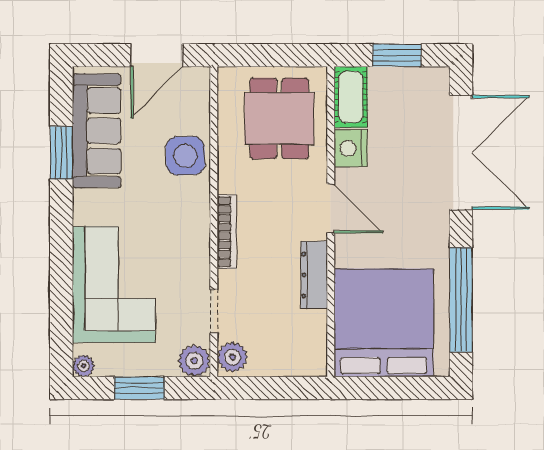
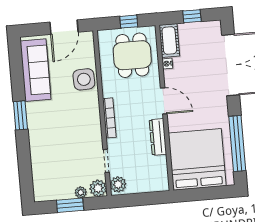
window: (278, 55) -> (129, 22), added
window: (397, 55) -> (192, 16), width x0.67
nightstand: (351, 148) -> (167, 64), width x0.53, depth x0.56
window: (61, 153) -> (20, 115), moved
corner sofa: (114, 284) -> (52, 151), removed
plant: (84, 366) -> (81, 192), moved

